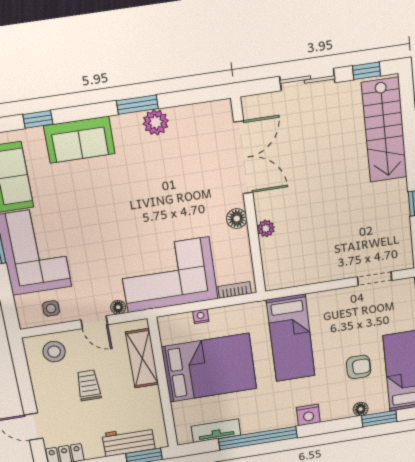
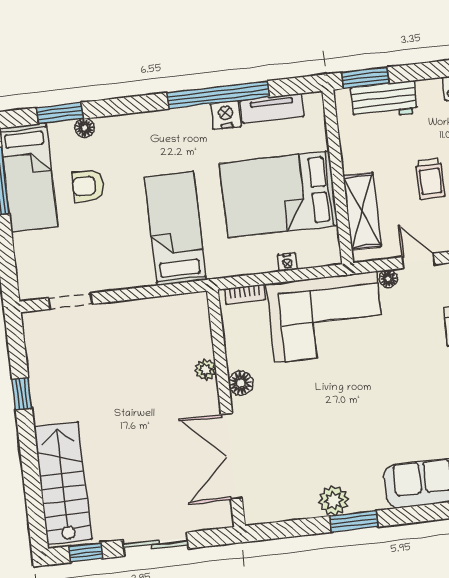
nightstand: (308, 415) -> (226, 115), moved

